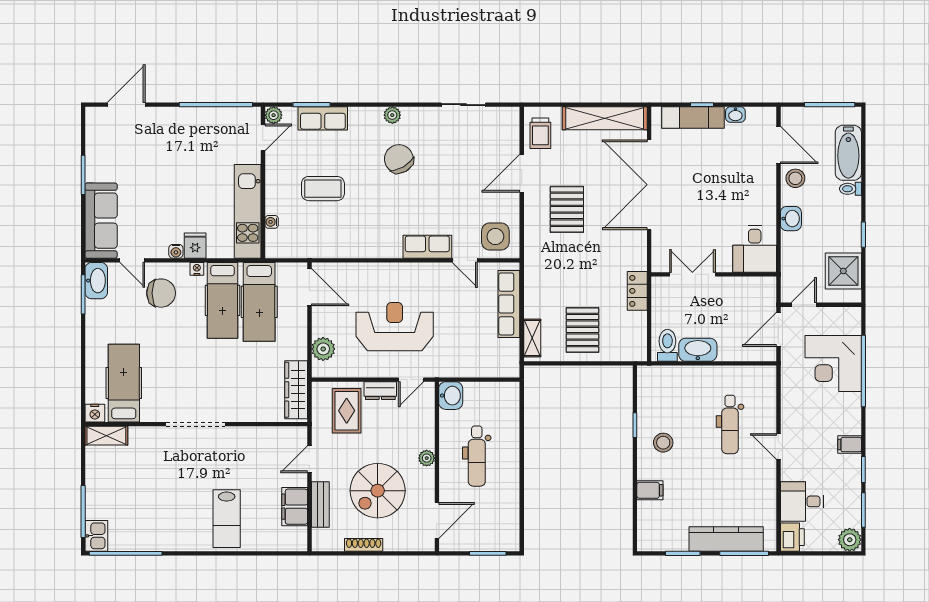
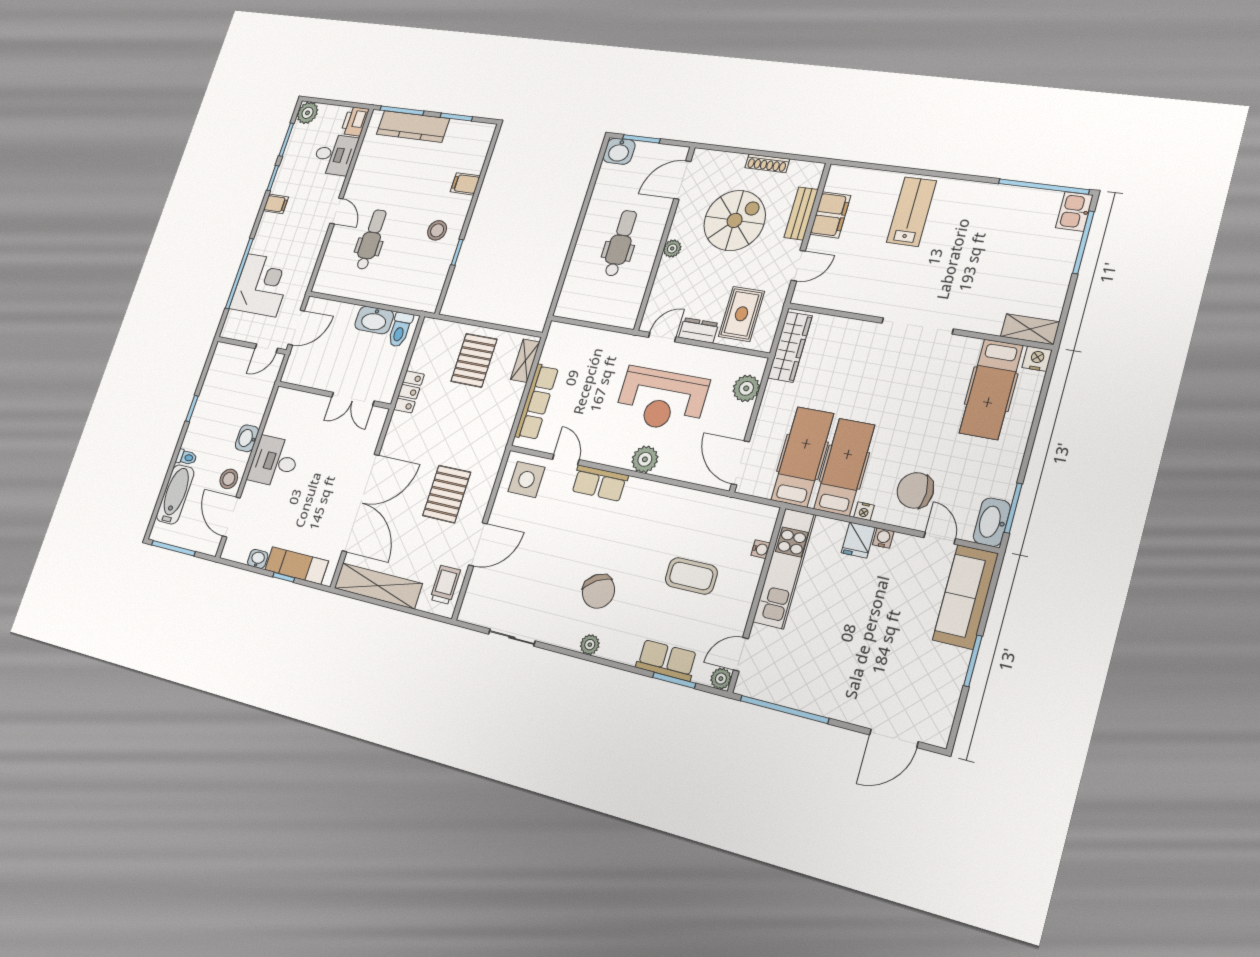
desk: (755, 249) -> (274, 462), moved, turned -90
shower: (843, 271) -> (221, 376), removed
plant: (393, 274) -> (645, 459), added
washbasin: (451, 396) -> (619, 151), moved, turned -90

